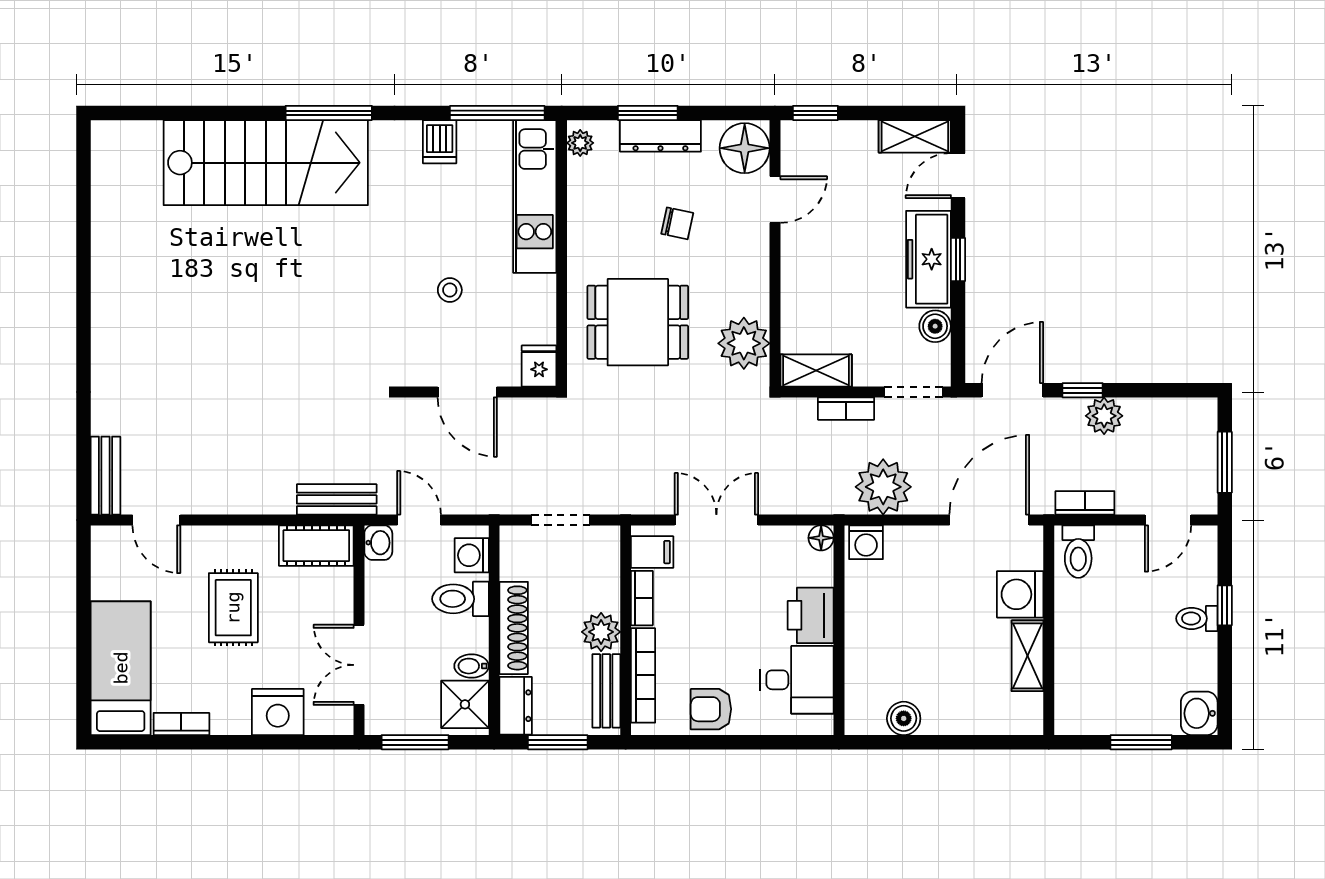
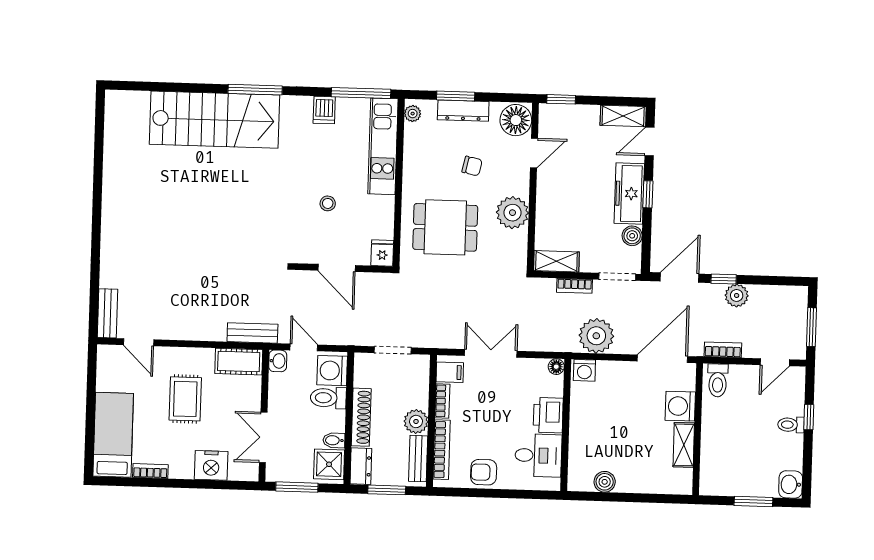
plant: (744, 343) -> (512, 213), moved
washing machine: (472, 555) -> (332, 371), width x1.38, depth x1.38

